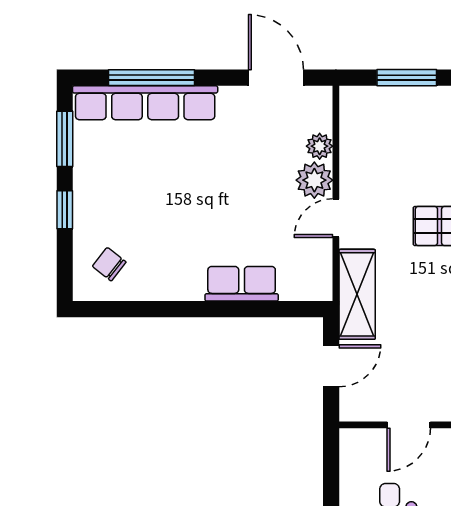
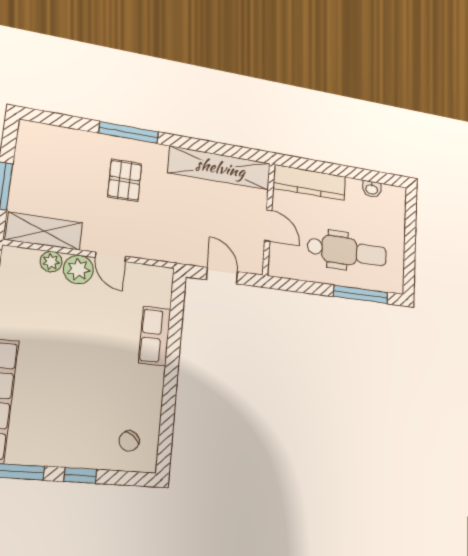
shelving: (357, 294) -> (44, 231), moved

